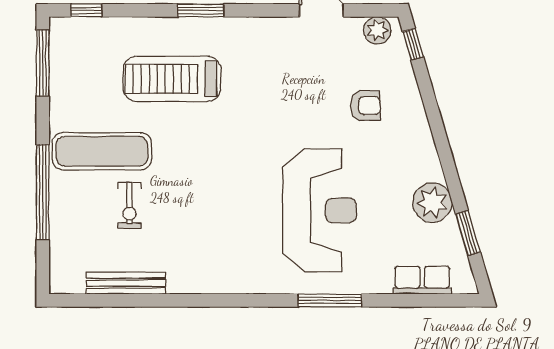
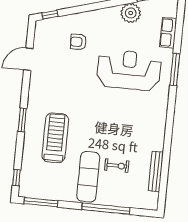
plant: (377, 30) -> (41, 32), removed
treadmill: (172, 79) -> (55, 138), turned 180
armchair: (365, 106) -> (78, 42), turned -92
row of seats: (422, 280) -> (168, 33), moved

